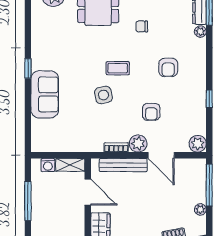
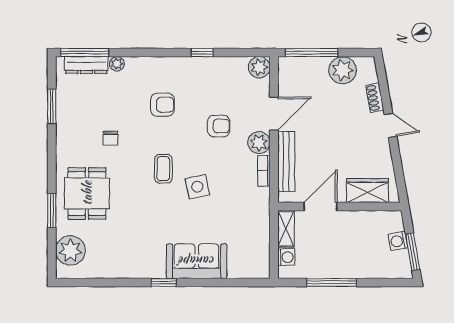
plant: (200, 209) -> (343, 70), width x1.88, depth x1.88

